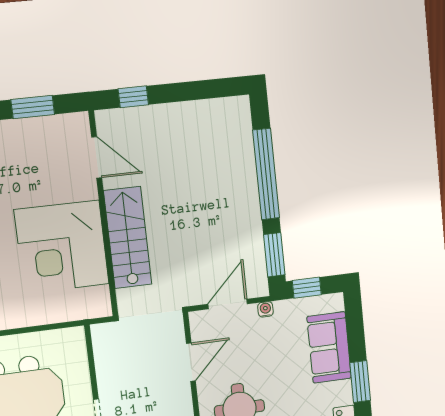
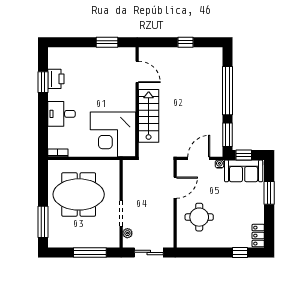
window: (133, 97) -> (186, 42), moved
corner desk: (62, 247) -> (113, 134), moved
sofa: (329, 347) -> (244, 171), moved, turned -90
window: (360, 382) -> (269, 193), moved

